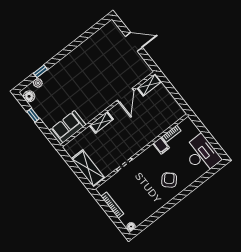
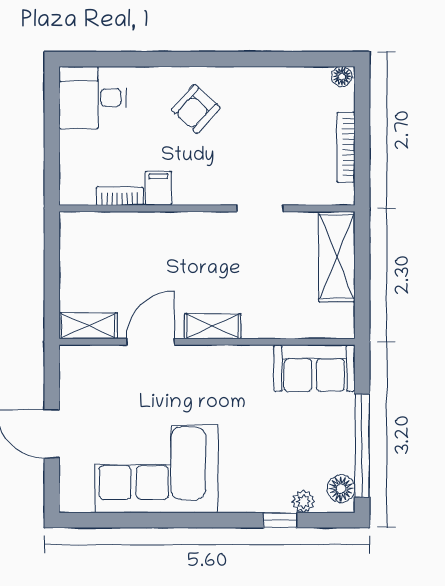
corner sofa: (92, 57) -> (156, 469), added
window: (33, 115) -> (362, 445), width x3.17
shelving: (101, 122) -> (213, 326), moved
desk: (202, 154) -> (93, 98), width x0.73

